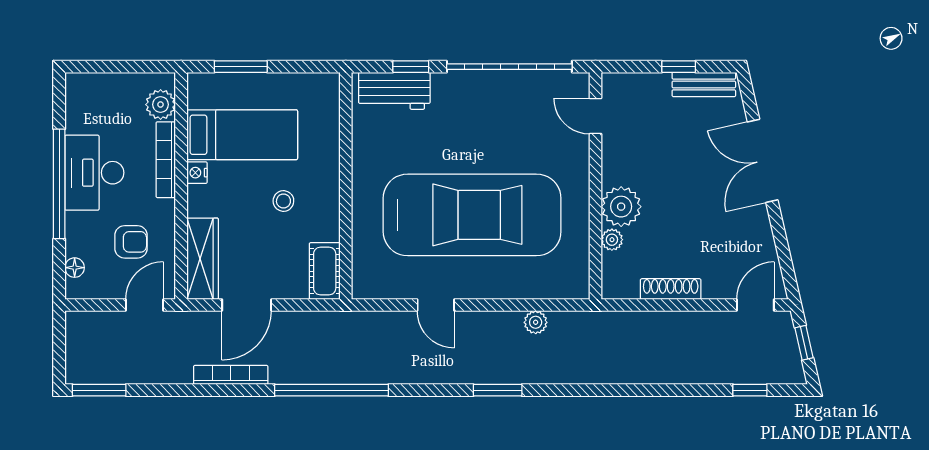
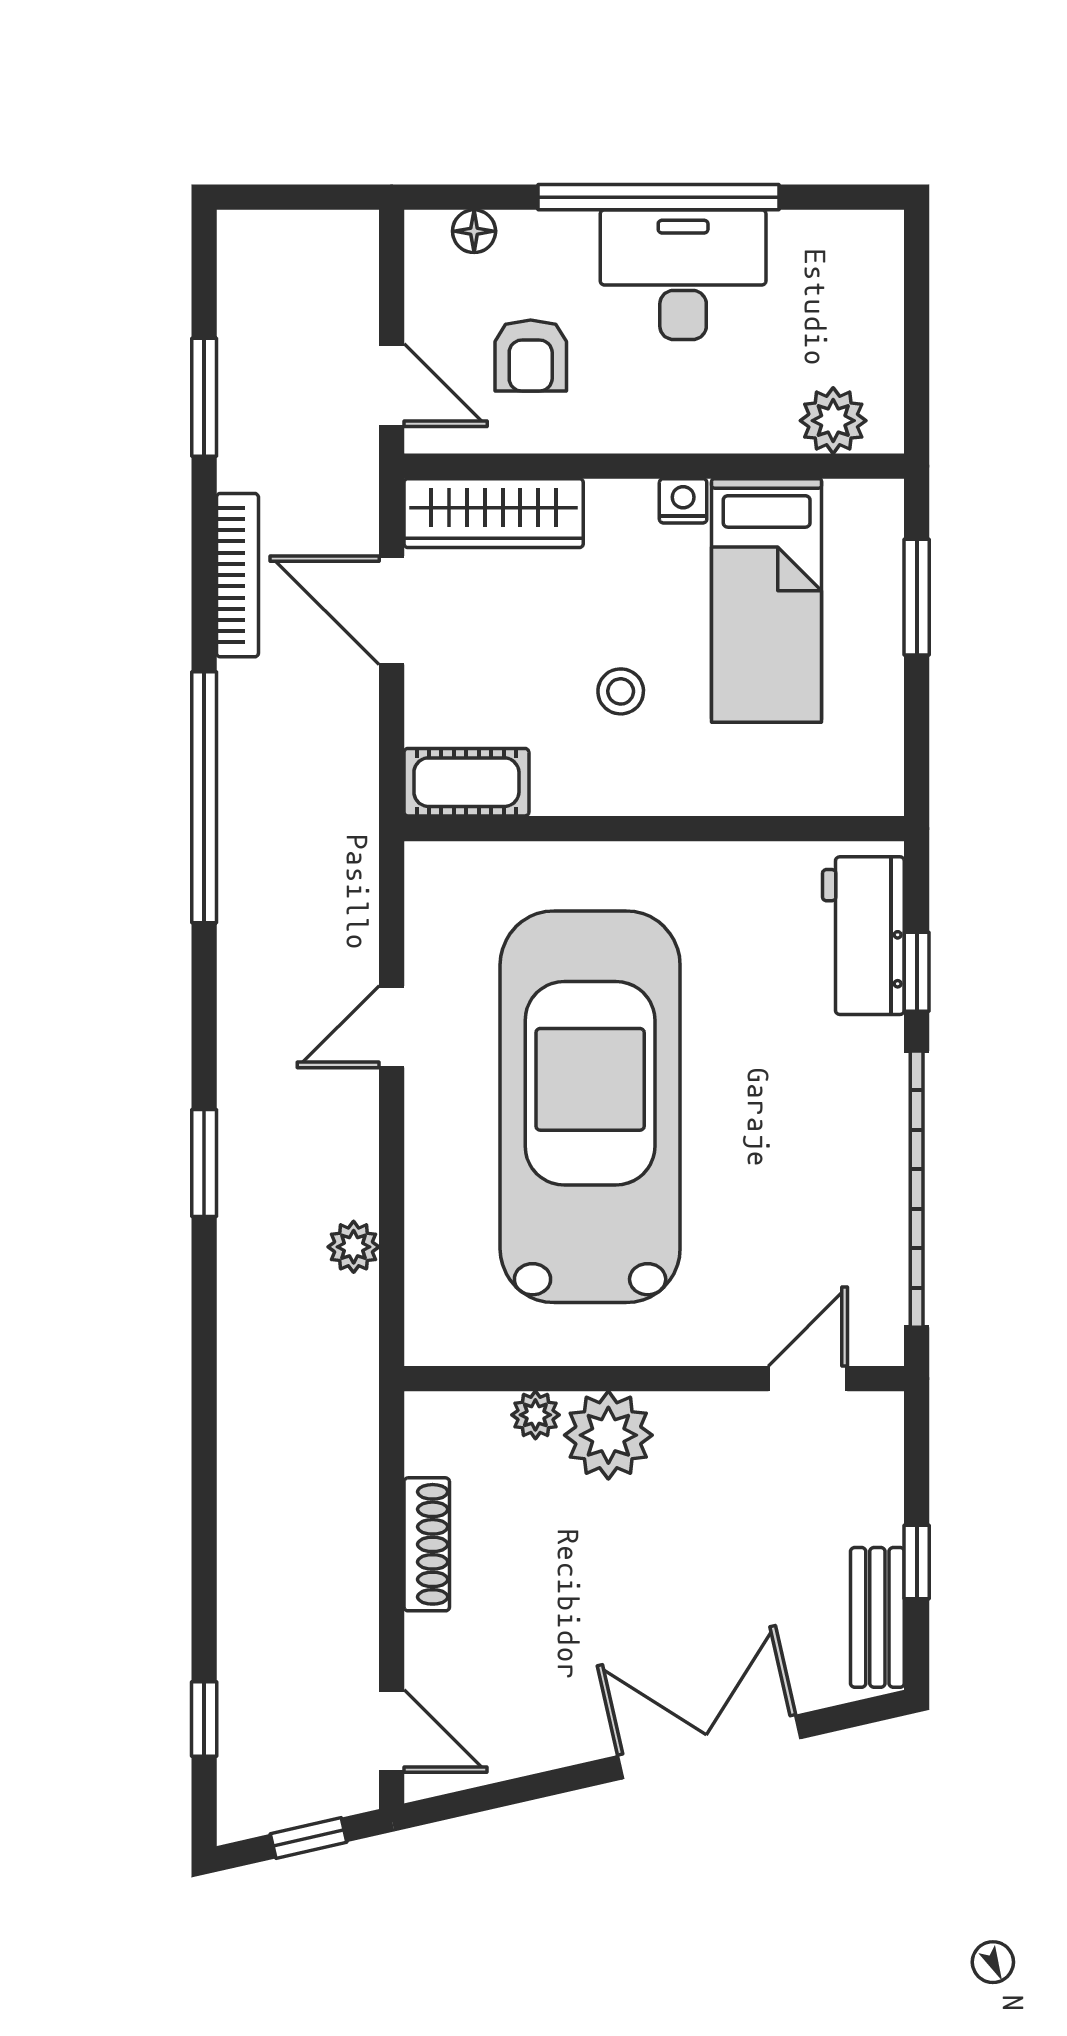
bookcase: (166, 160) -> (712, 432), removed
car: (472, 215) -> (590, 1107), turned 180
window: (99, 390) -> (204, 397), moved

